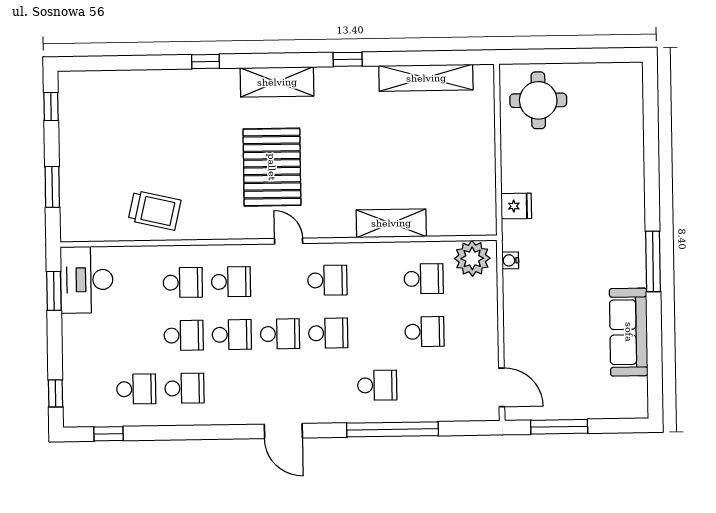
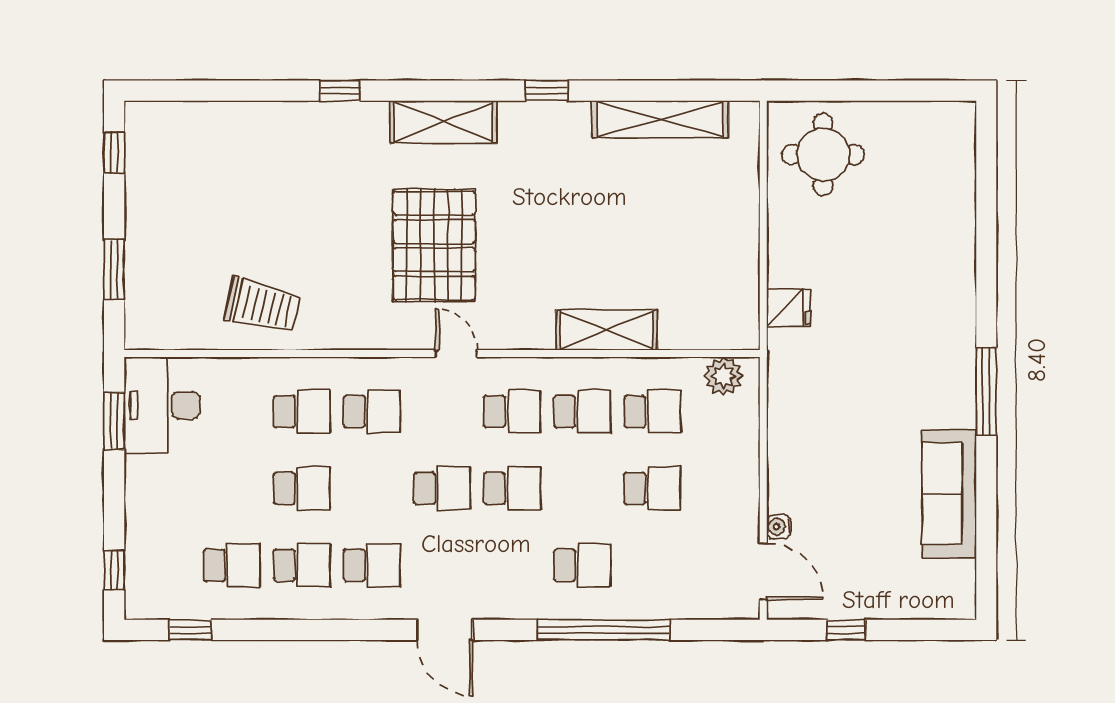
plant: (472, 258) -> (723, 376), width x0.73, depth x0.73
water cooler: (510, 260) -> (779, 527), moved
school desk: (376, 279) -> (582, 411), added
school desk: (232, 335) -> (372, 565), moved
window: (559, 427) -> (846, 630), width x0.46

